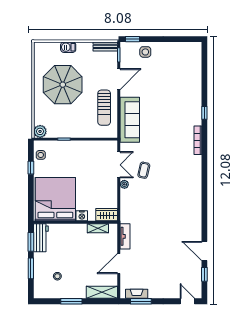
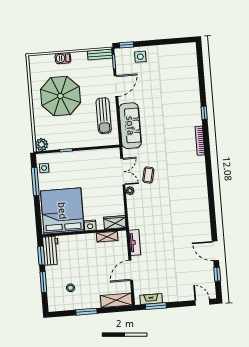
window: (31, 168) -> (35, 181), width x2.17

